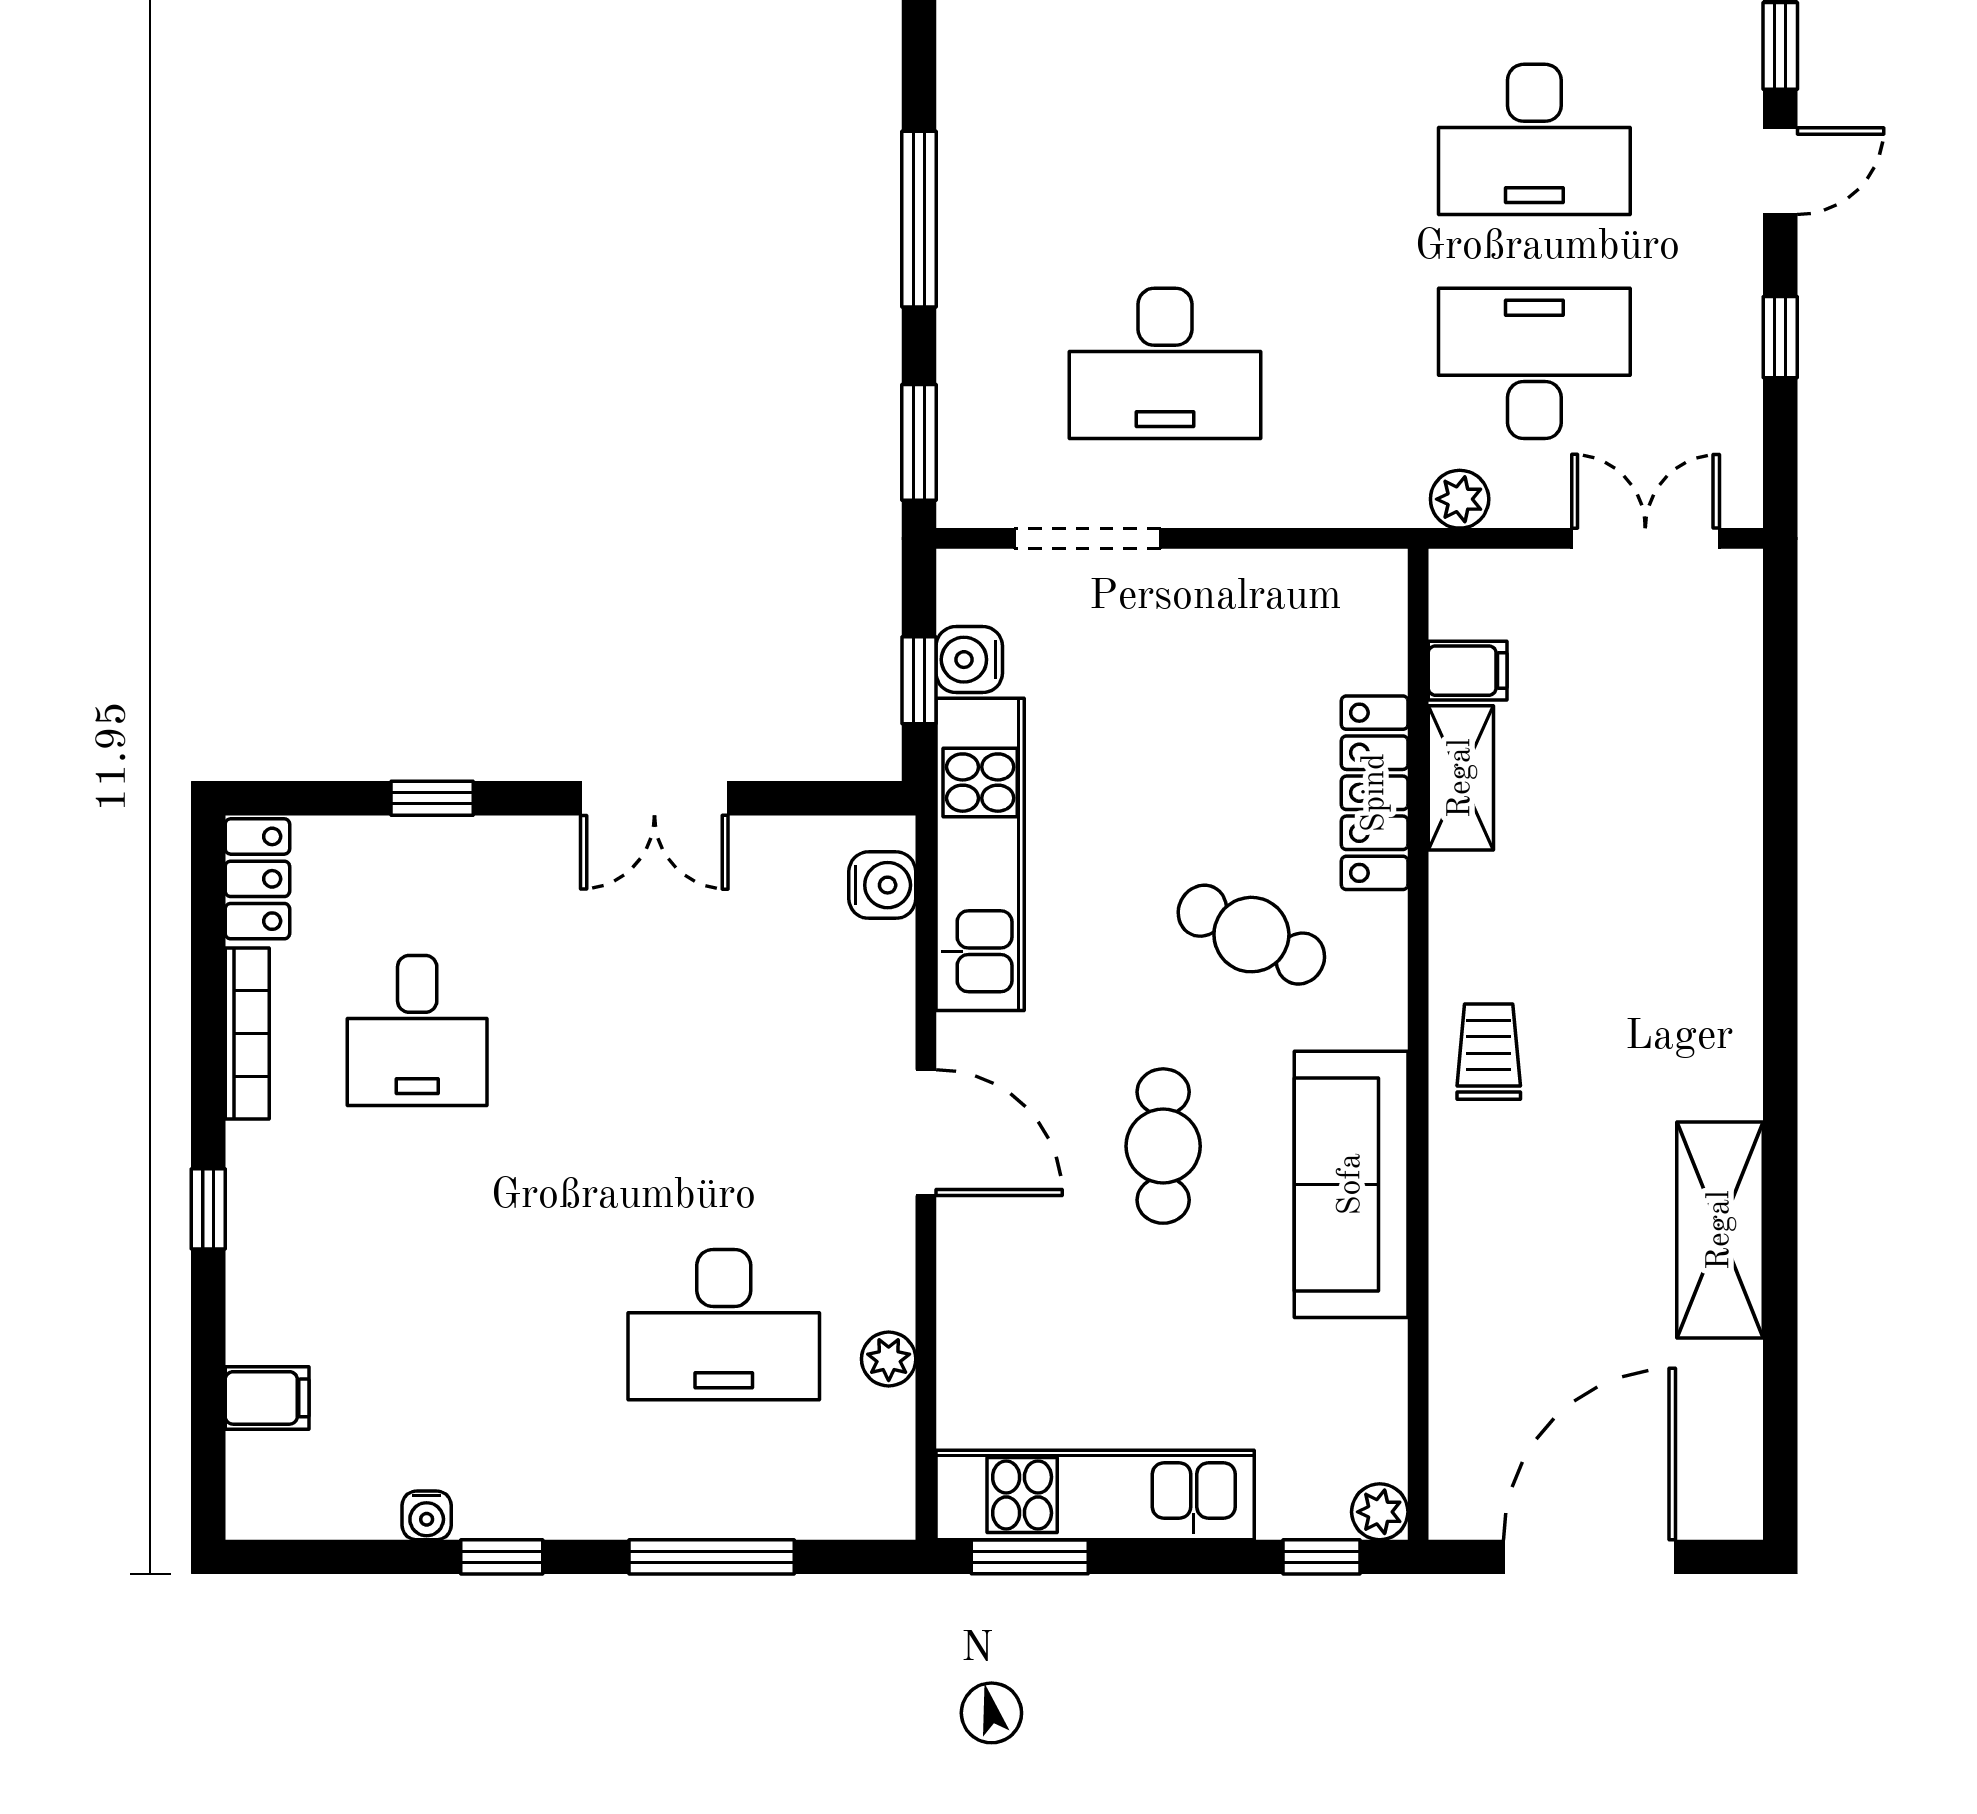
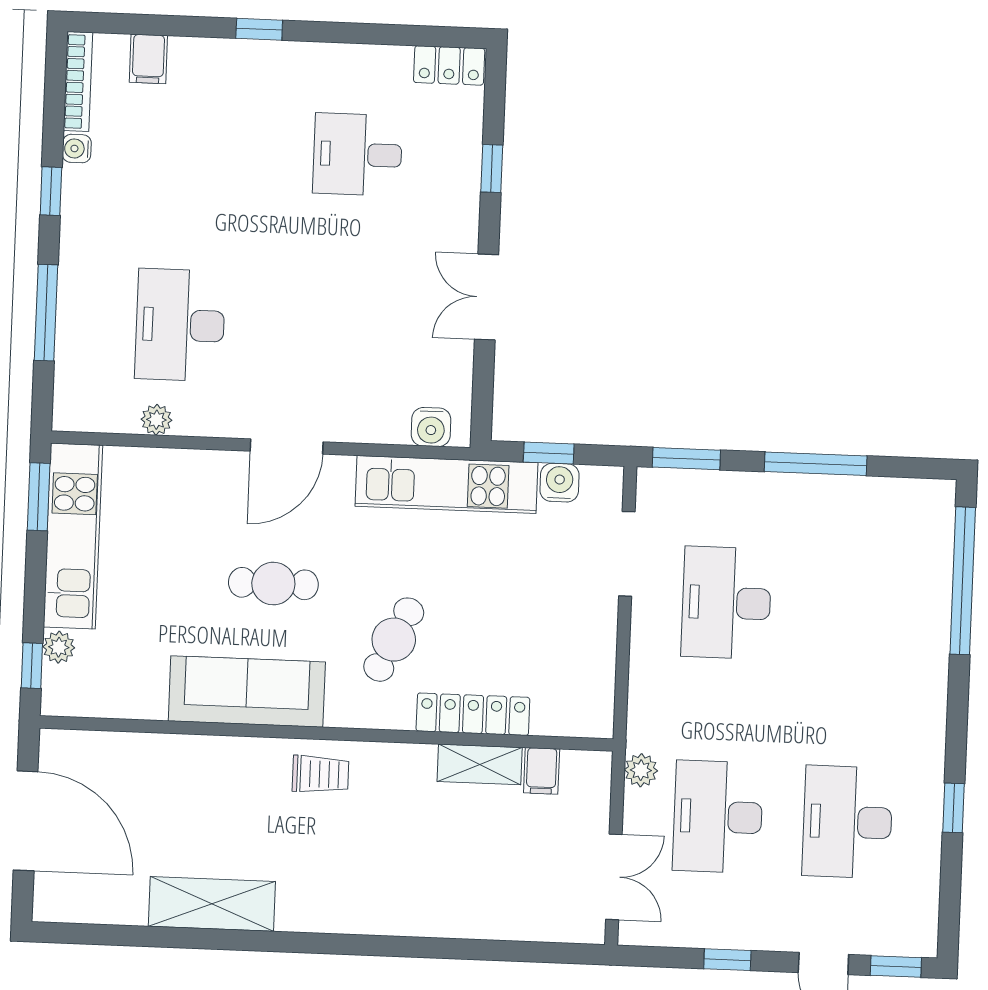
desk: (1534, 363) -> (718, 817), turned 180
bookcase: (247, 1033) -> (78, 82), moved, turned -90
plant: (1380, 1512) -> (59, 647), moved

